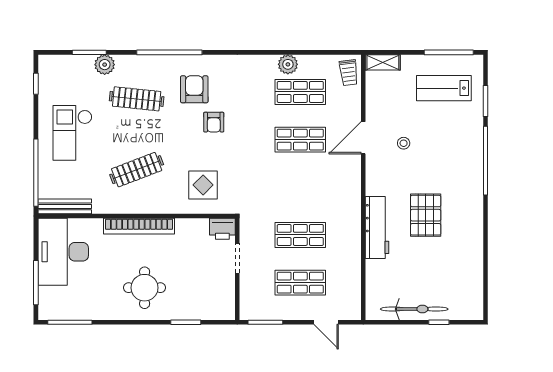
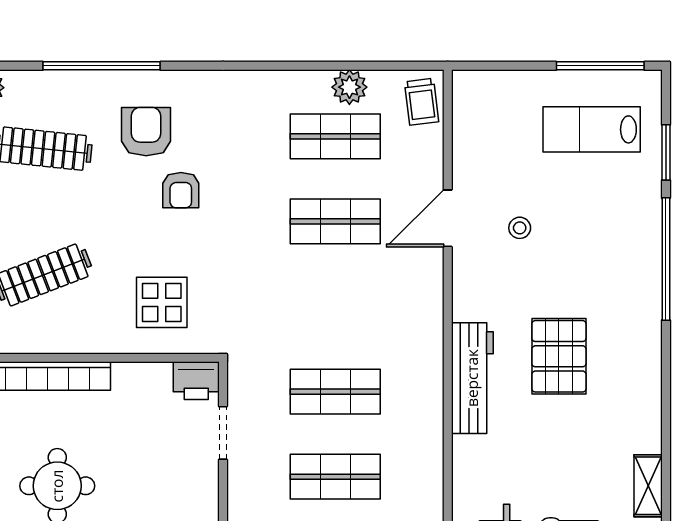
shelving: (383, 62) -> (648, 486), moved, turned 90
plant: (288, 64) -> (349, 87), moved

